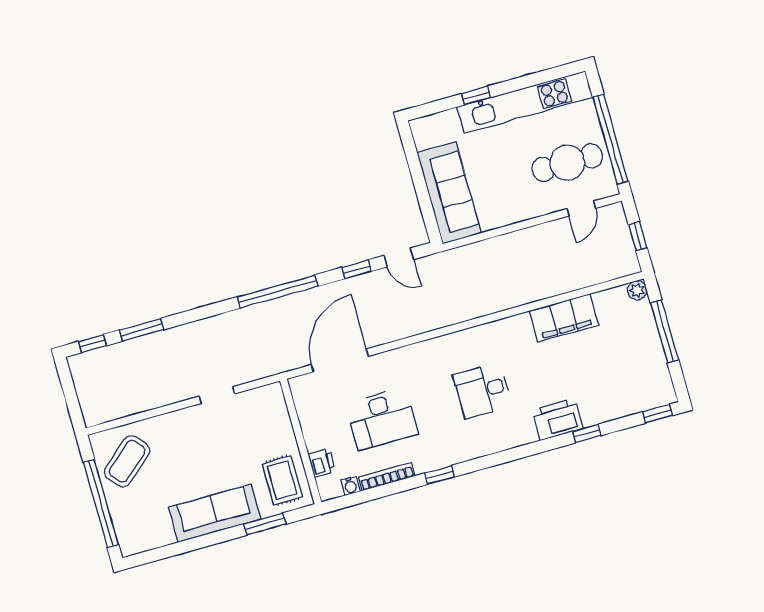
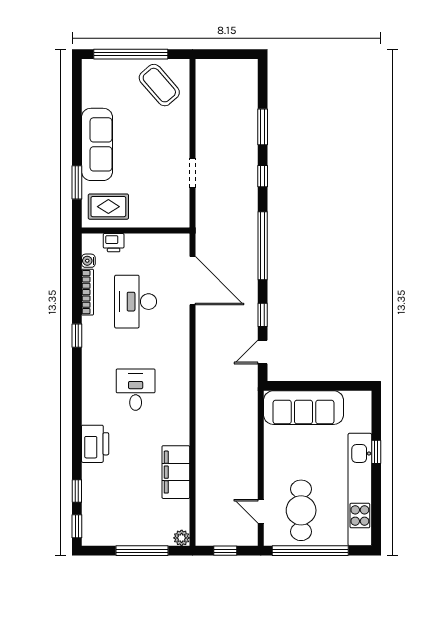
window: (92, 344) -> (263, 176), moved
window: (587, 434) -> (77, 491), moved

